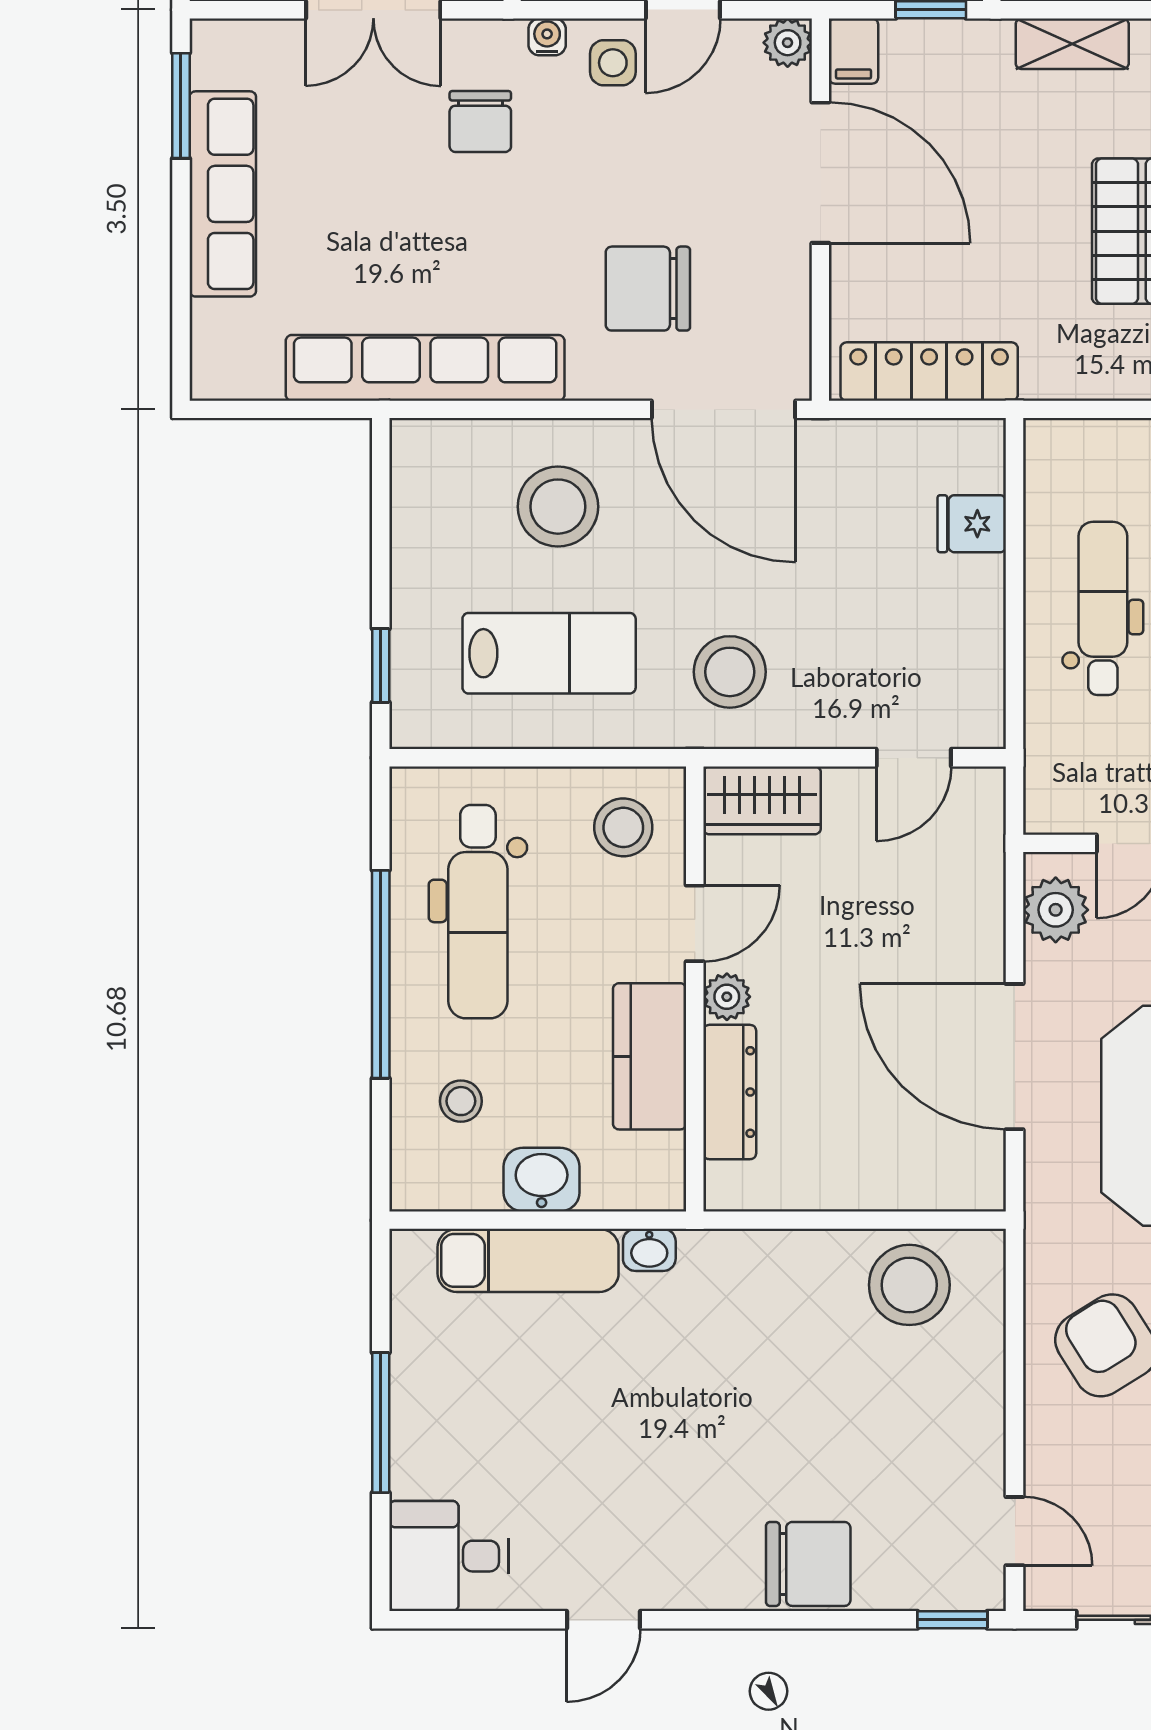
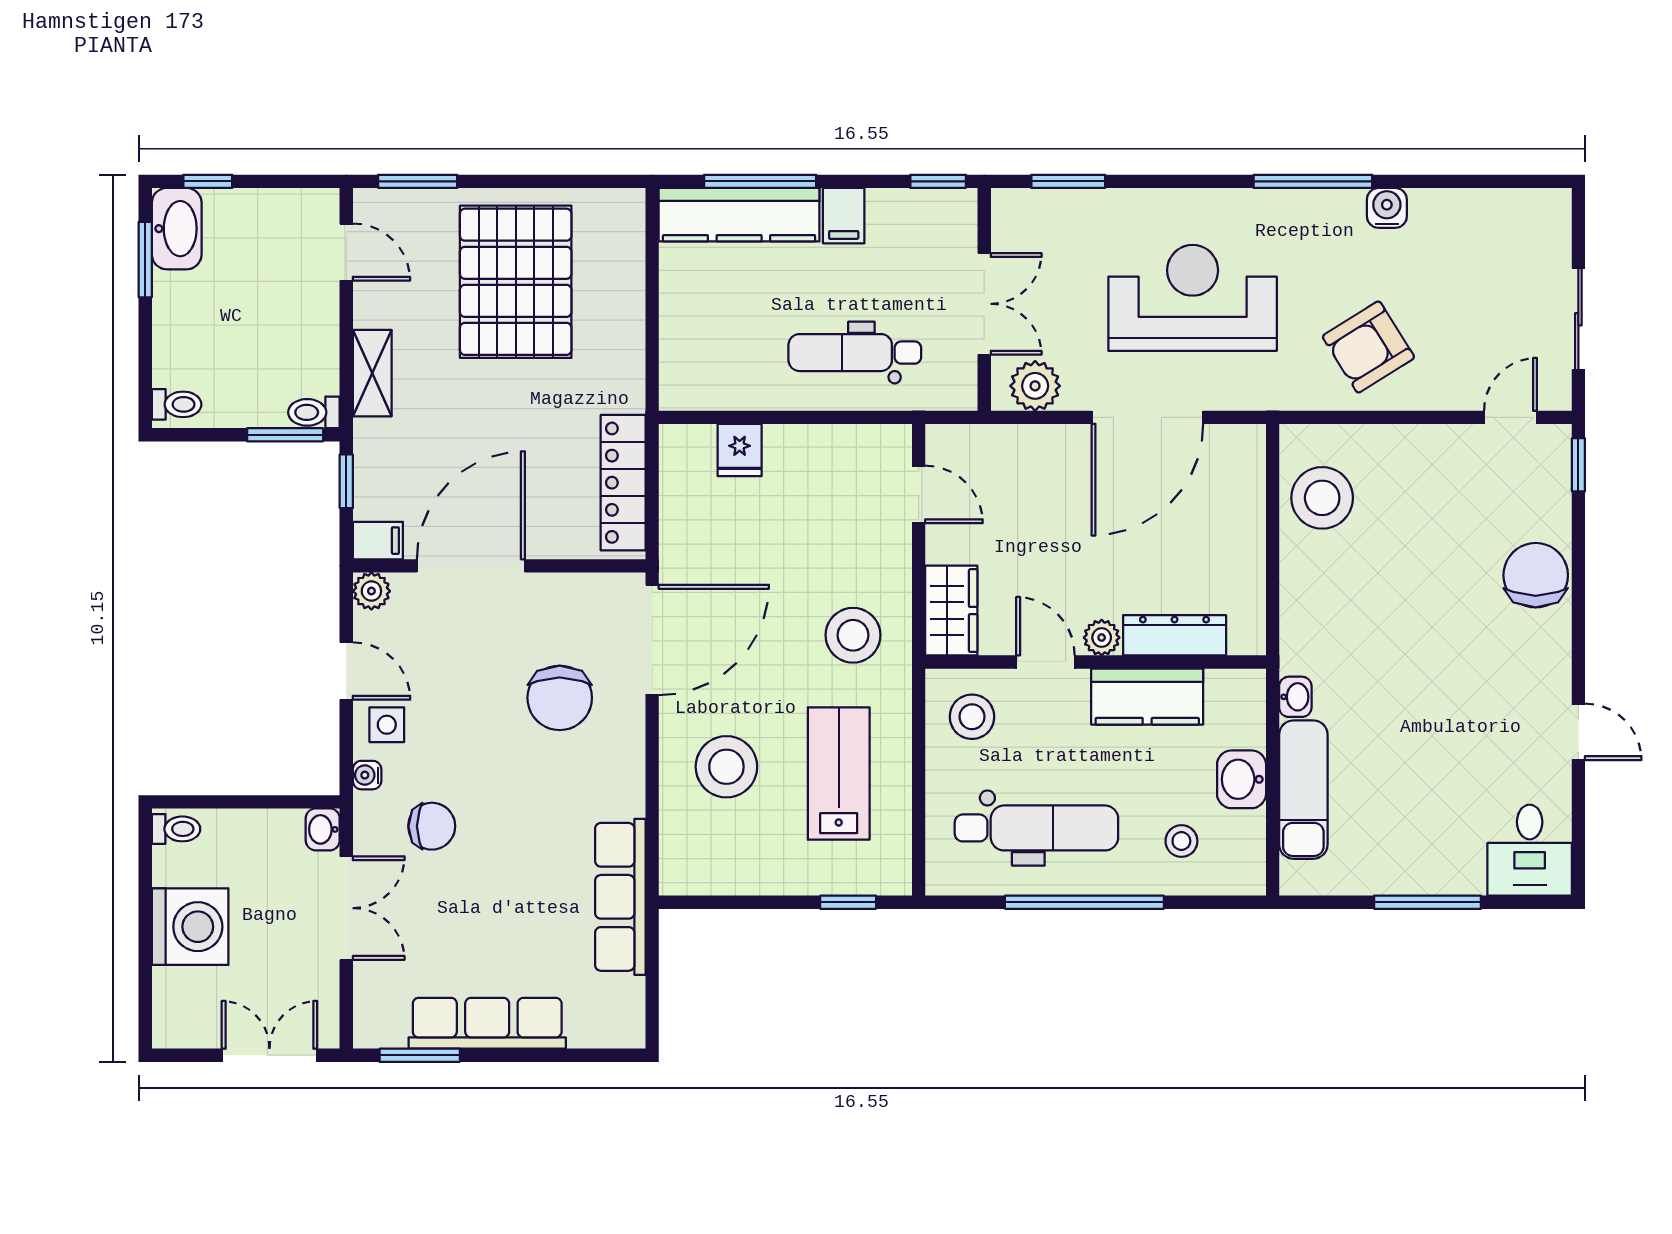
row of seats: (425, 368) -> (620, 897), width x0.73
dental chair: (1103, 608) -> (855, 353), moved

